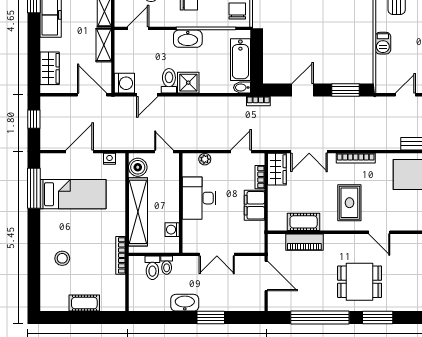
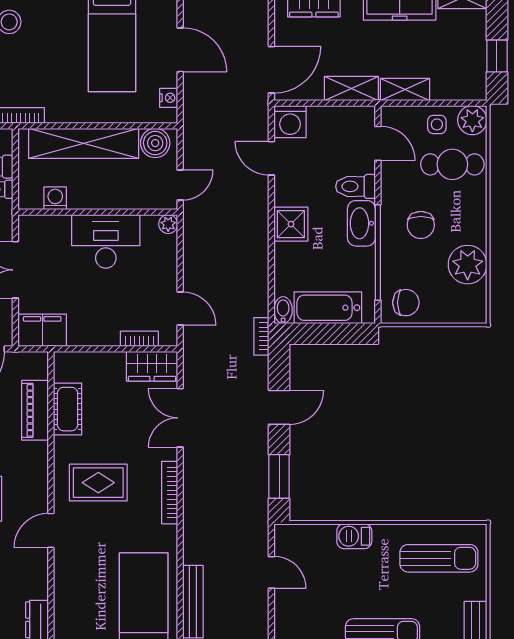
toilet: (169, 81) -> (355, 186), moved, turned 180
door: (303, 90) -> (279, 407), hinge flipped
plant: (205, 159) -> (168, 224), moved
filing cabinet: (254, 205) -> (42, 330), moved

